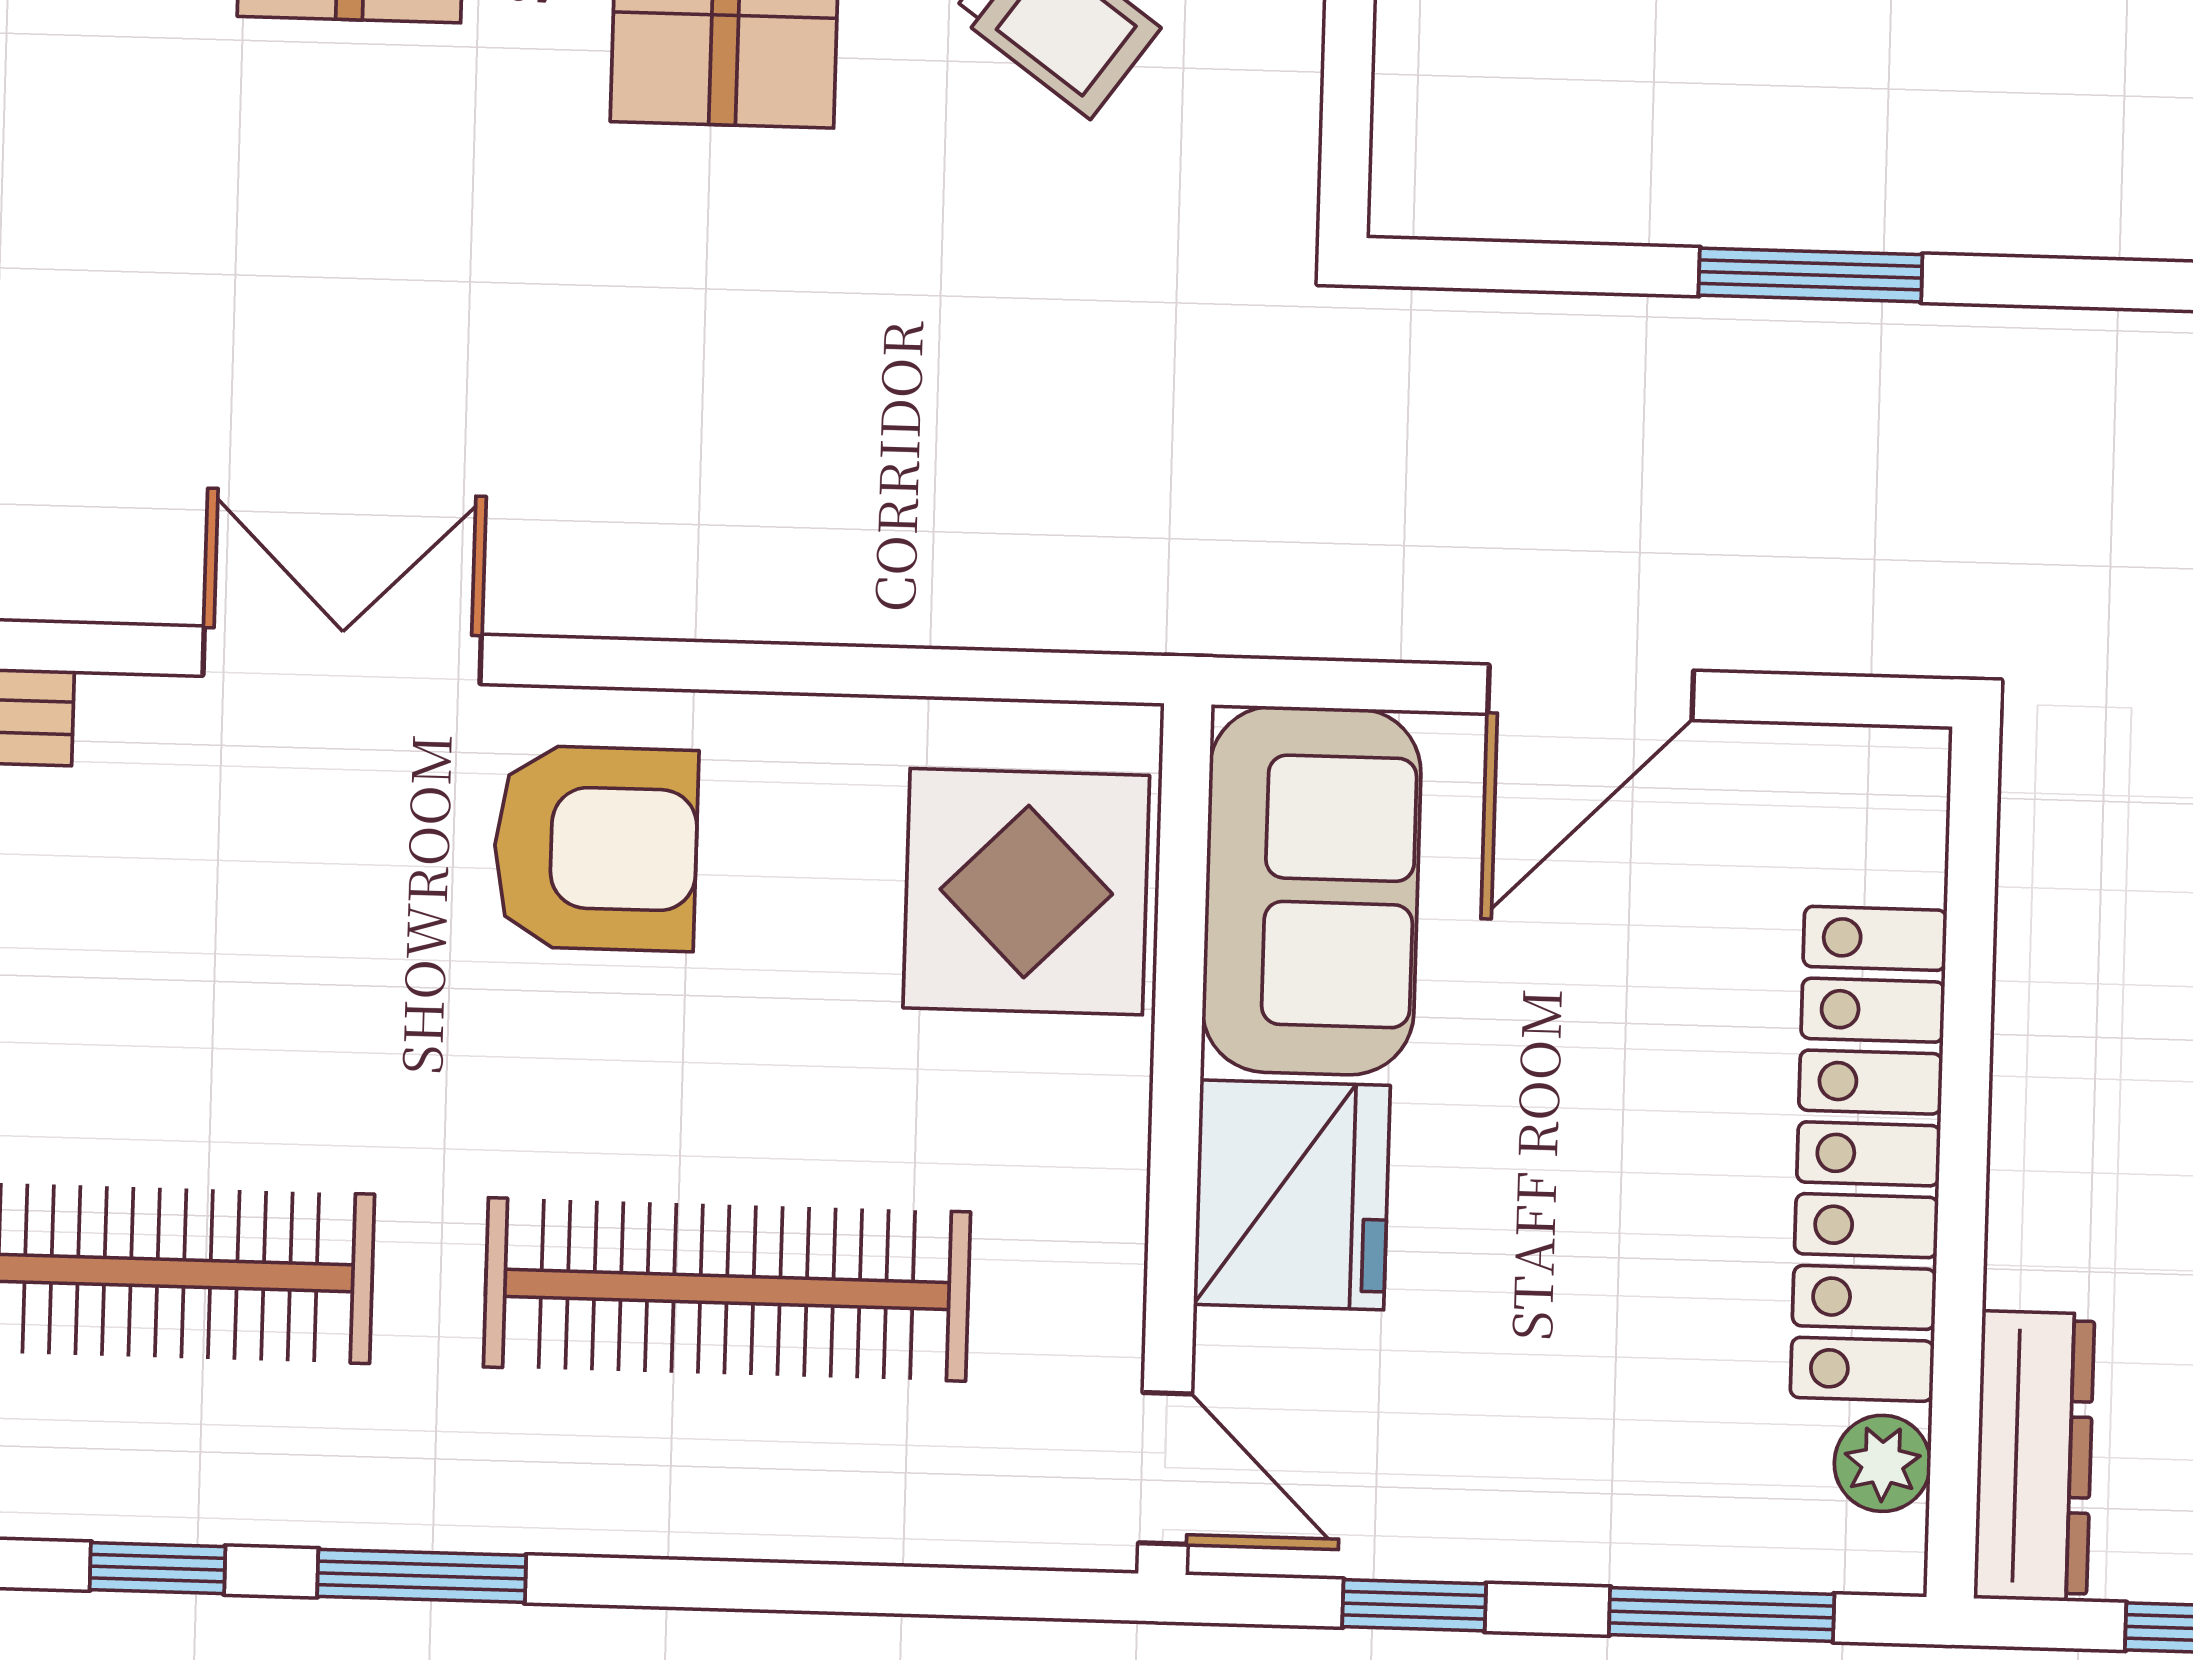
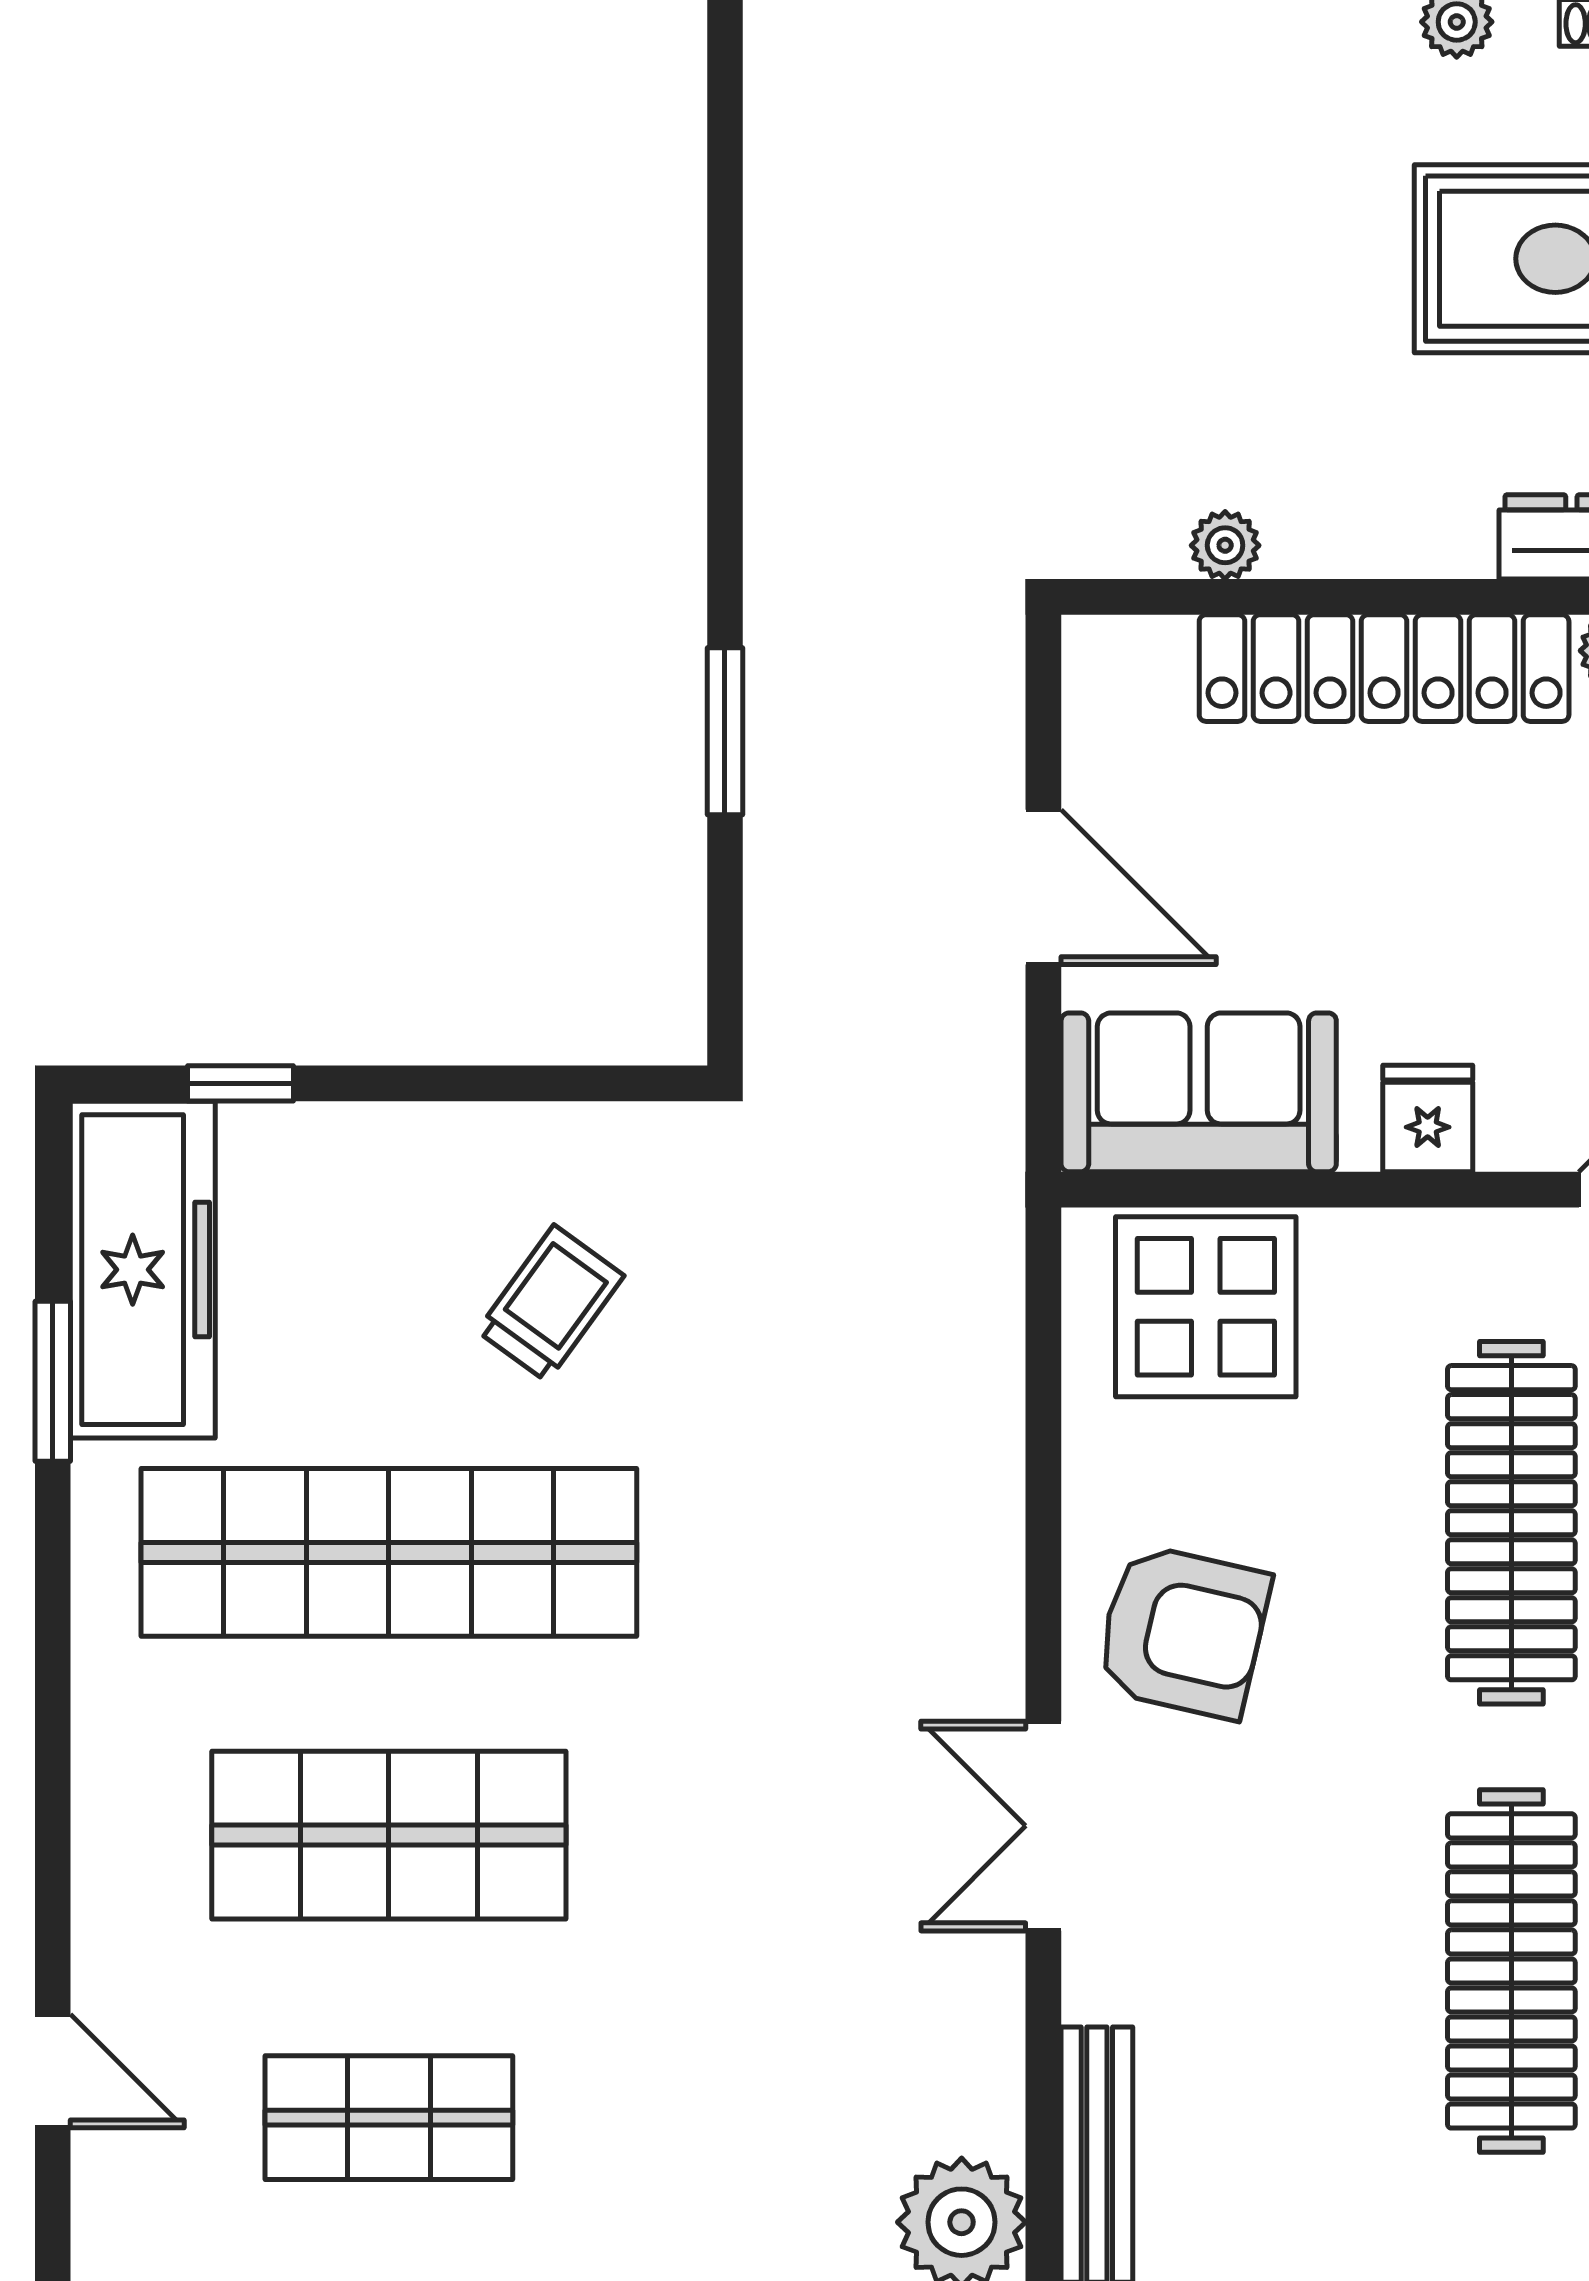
armchair: (595, 848) -> (1183, 1631), turned 103
plant: (2038, 947) -> (1225, 545), added
fridge: (1292, 1195) -> (1428, 1118), width x0.53, depth x0.75

